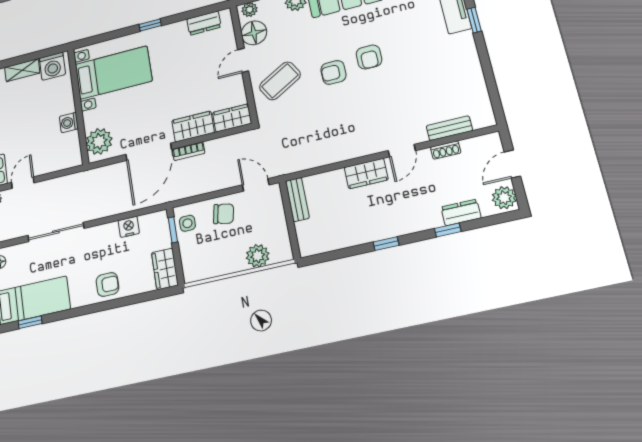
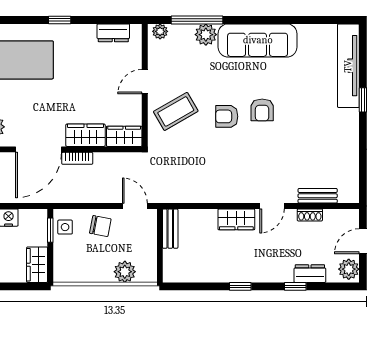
floor lamp: (254, 33) -> (160, 56), removed

